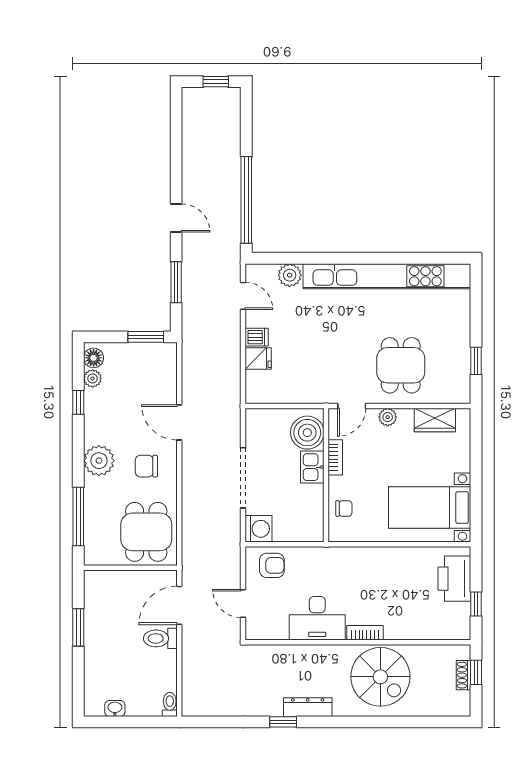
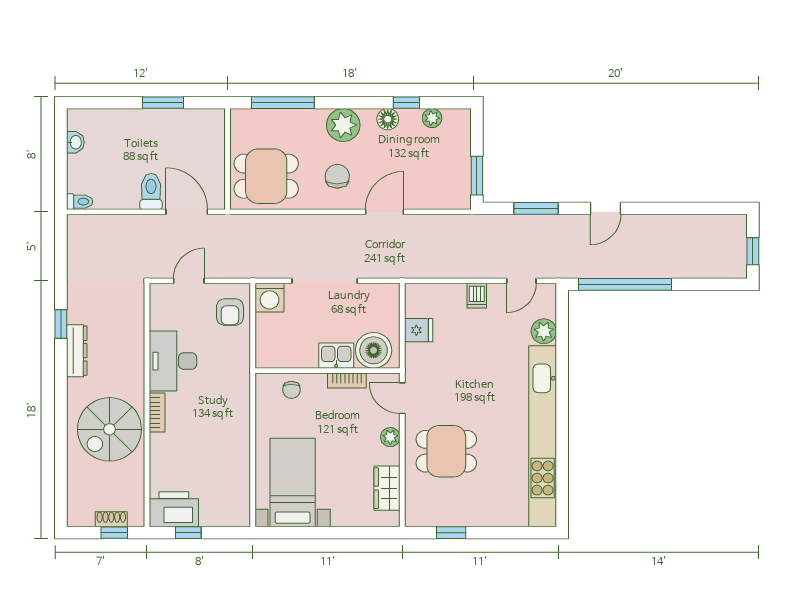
floor lamp: (94, 358) -> (388, 119), moved
fridge: (258, 359) -> (419, 330), moved, turned -90
printer: (454, 579) -> (174, 509), moved

